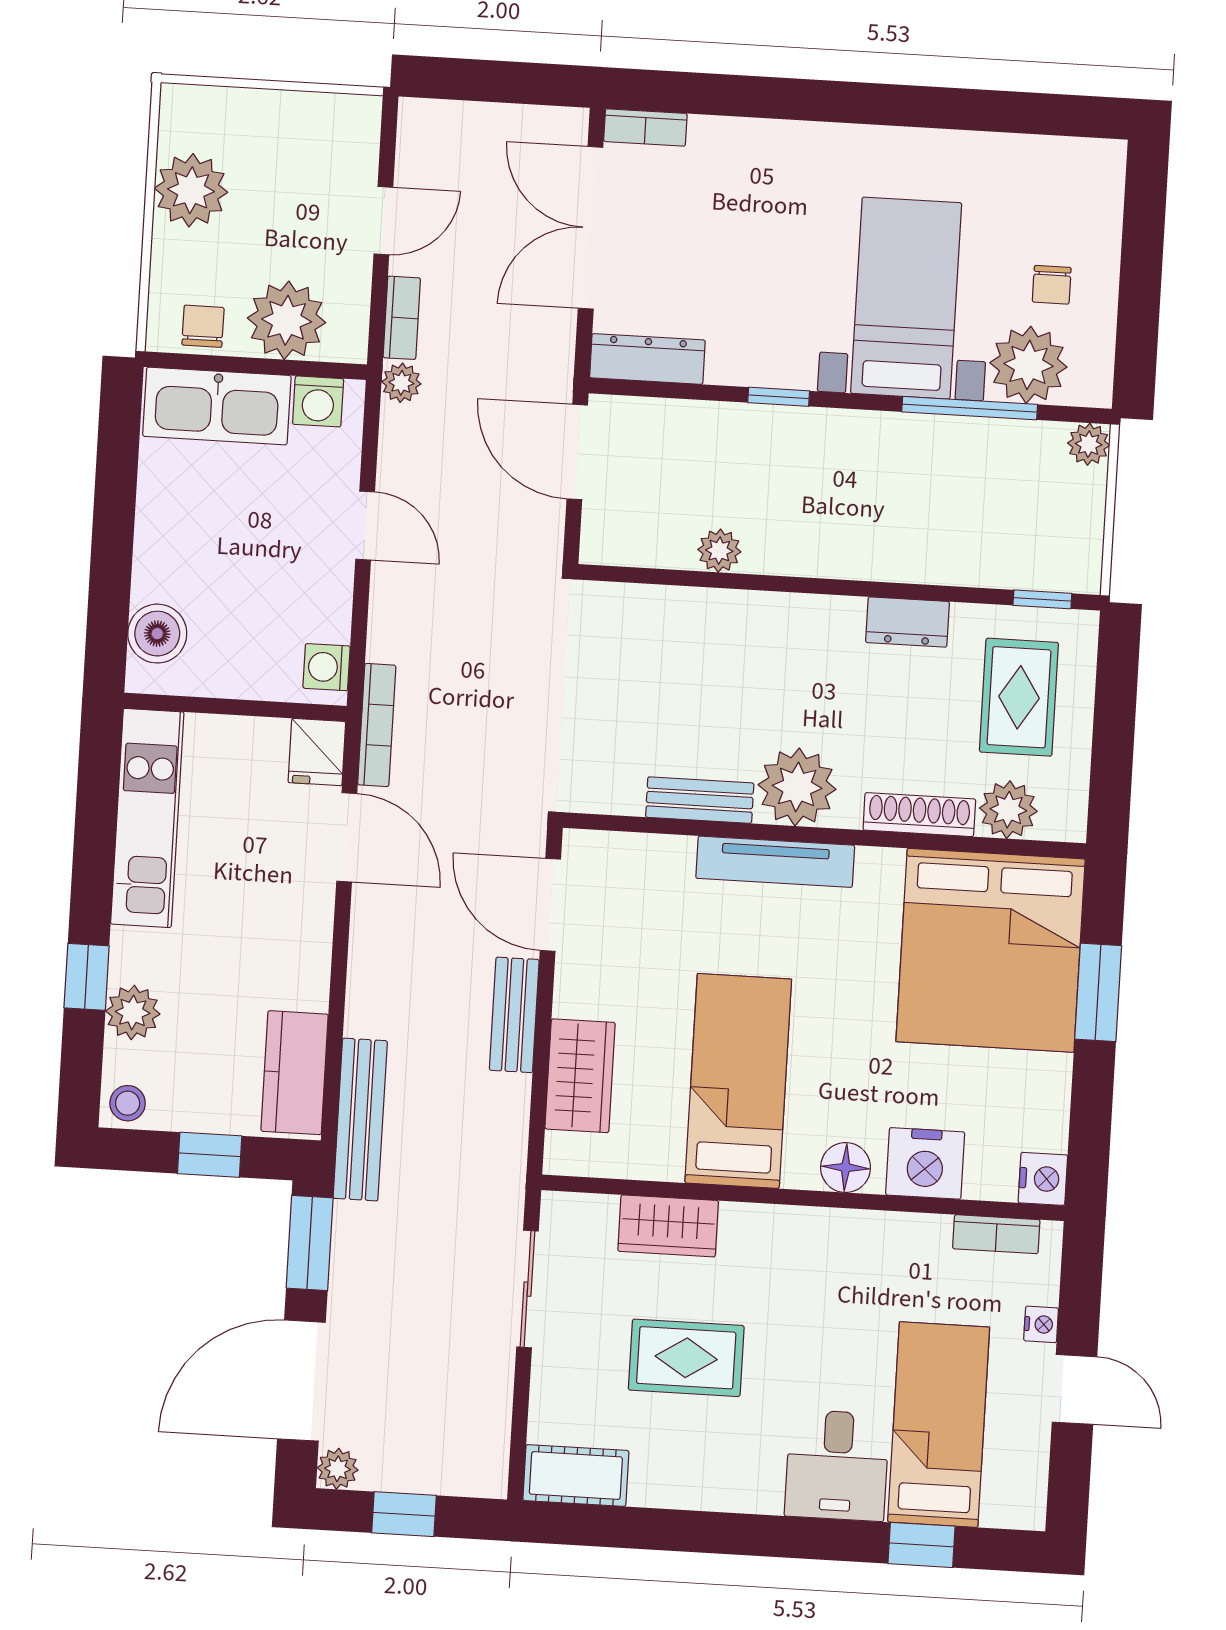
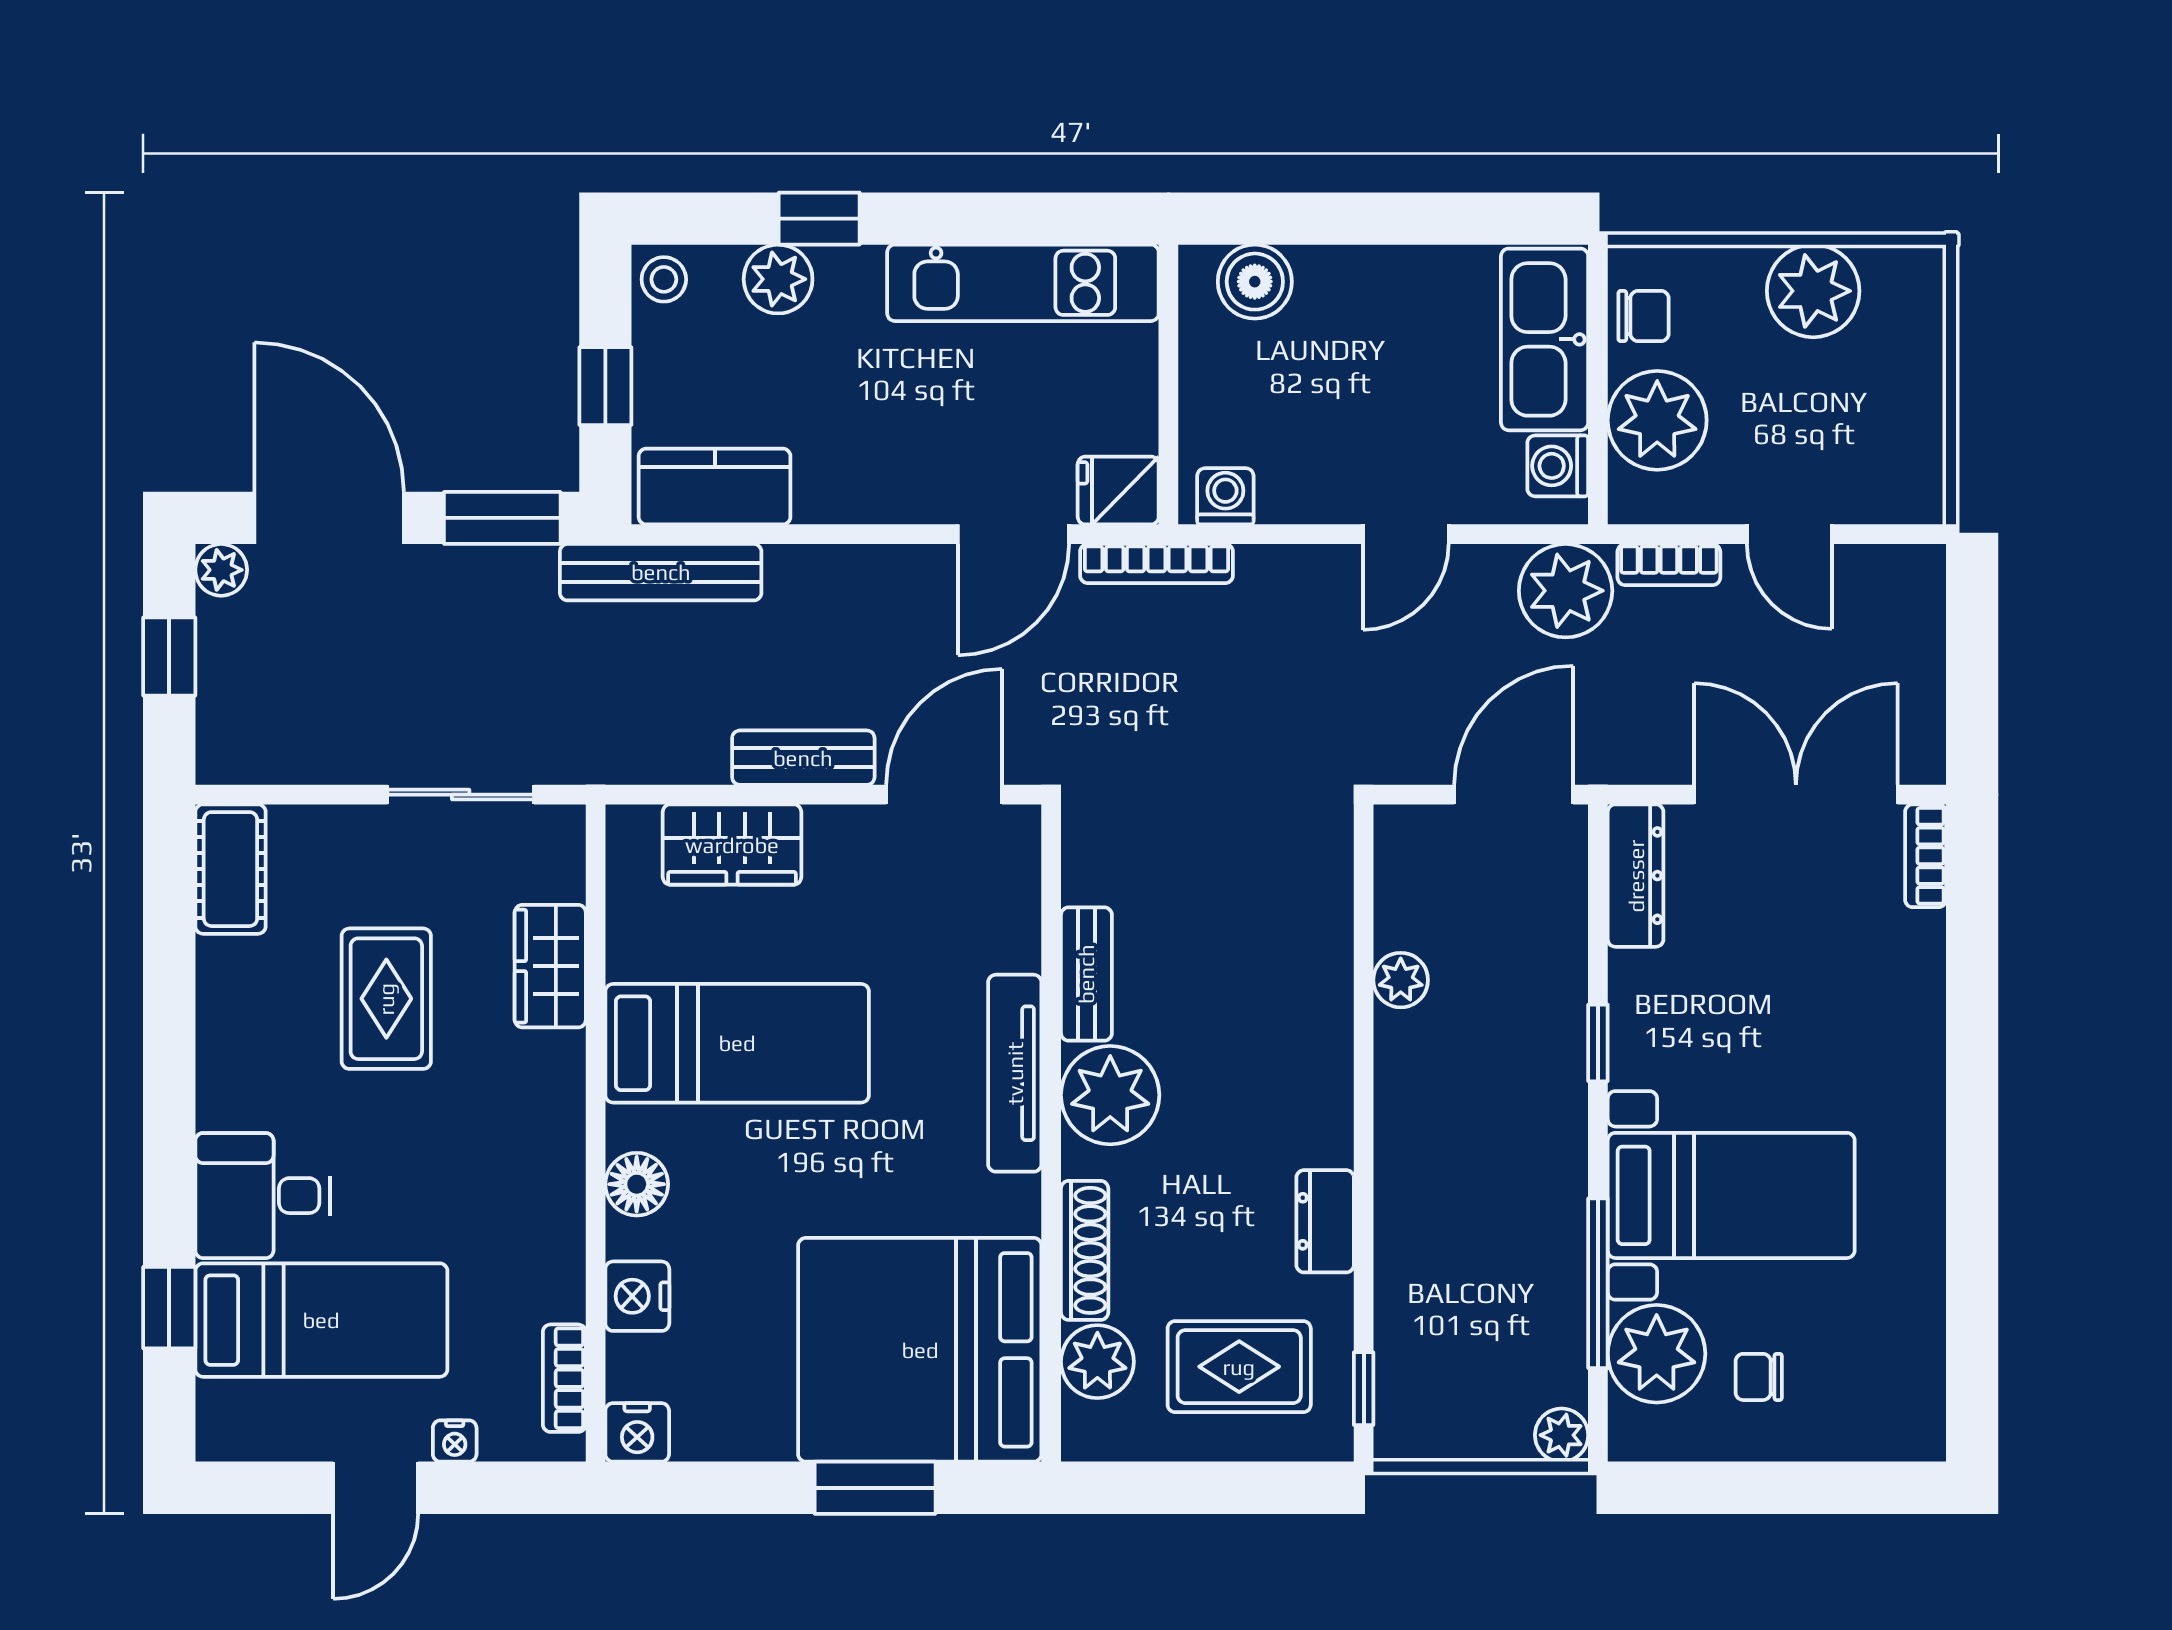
plant: (401, 383) -> (1566, 591), width x1.88, depth x1.88
nightstand: (925, 1163) -> (637, 1296), width x0.74, depth x0.75

